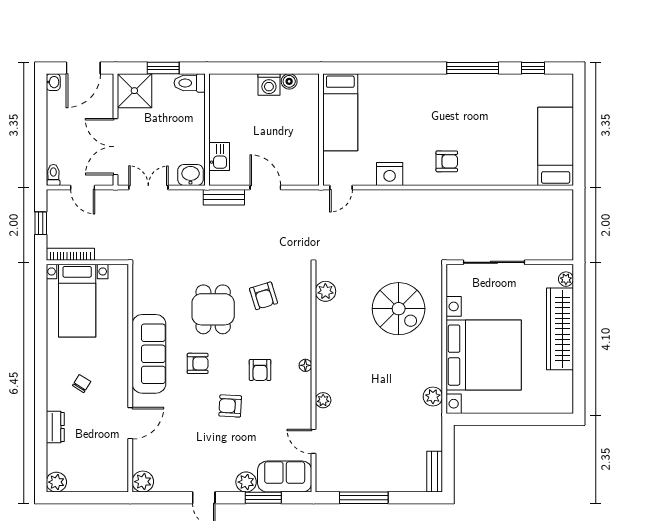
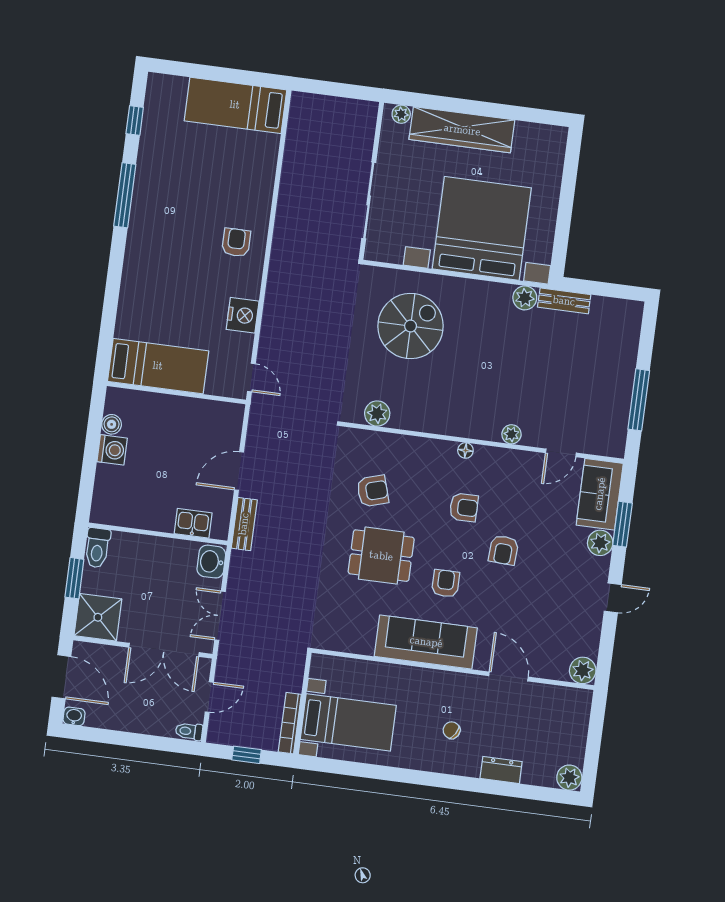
bench: (435, 472) -> (564, 301), moved

